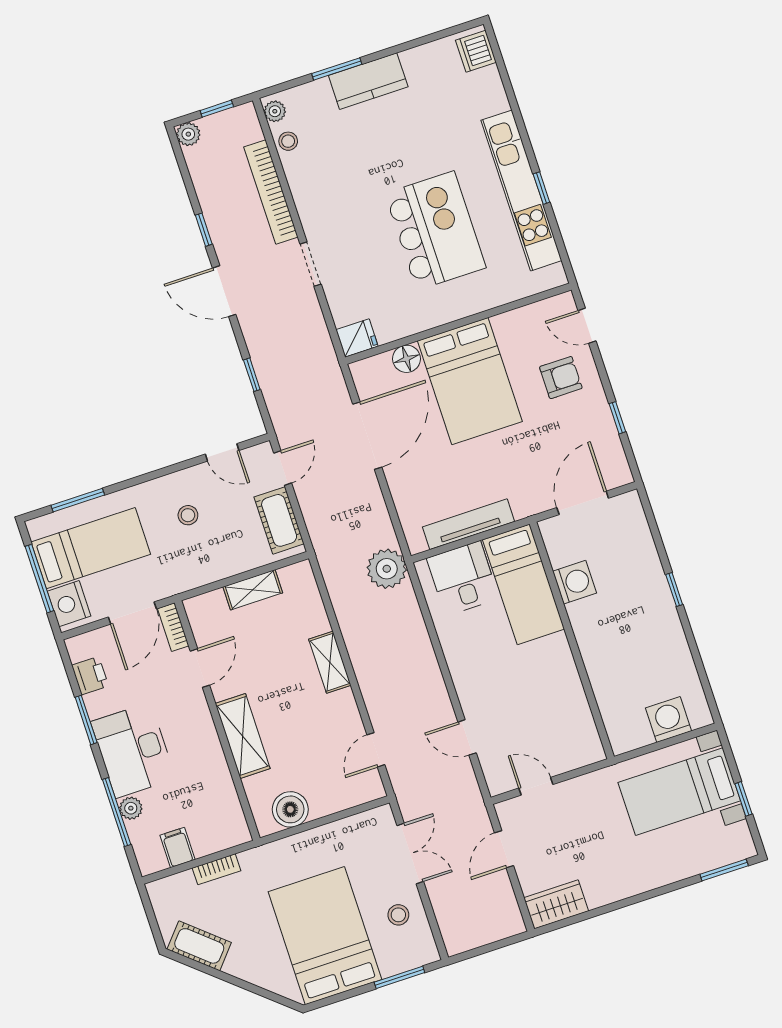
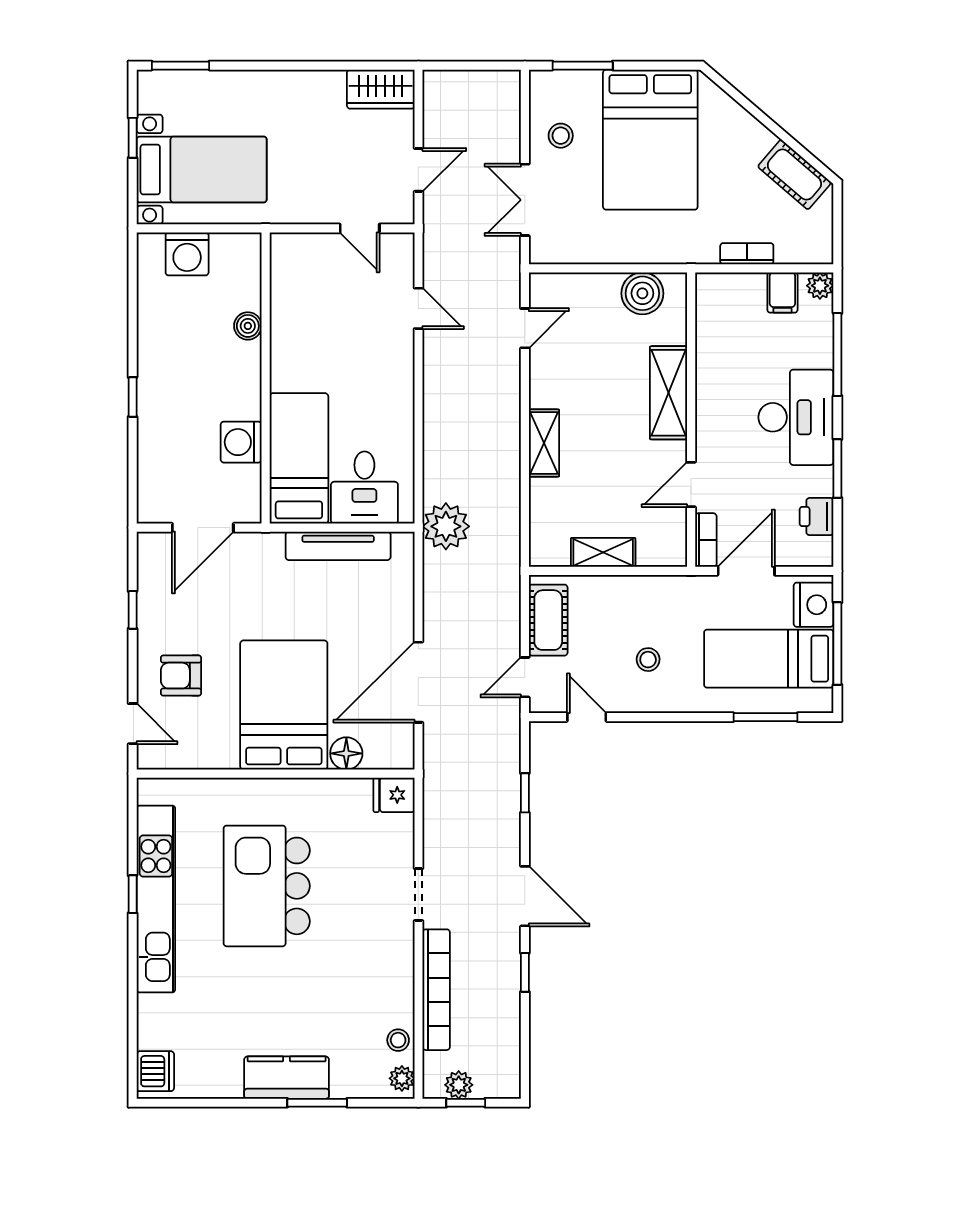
plant: (188, 134) -> (459, 1085), moved
boiler: (600, 678) -> (248, 326), added
plant: (131, 808) -> (820, 286), moved

